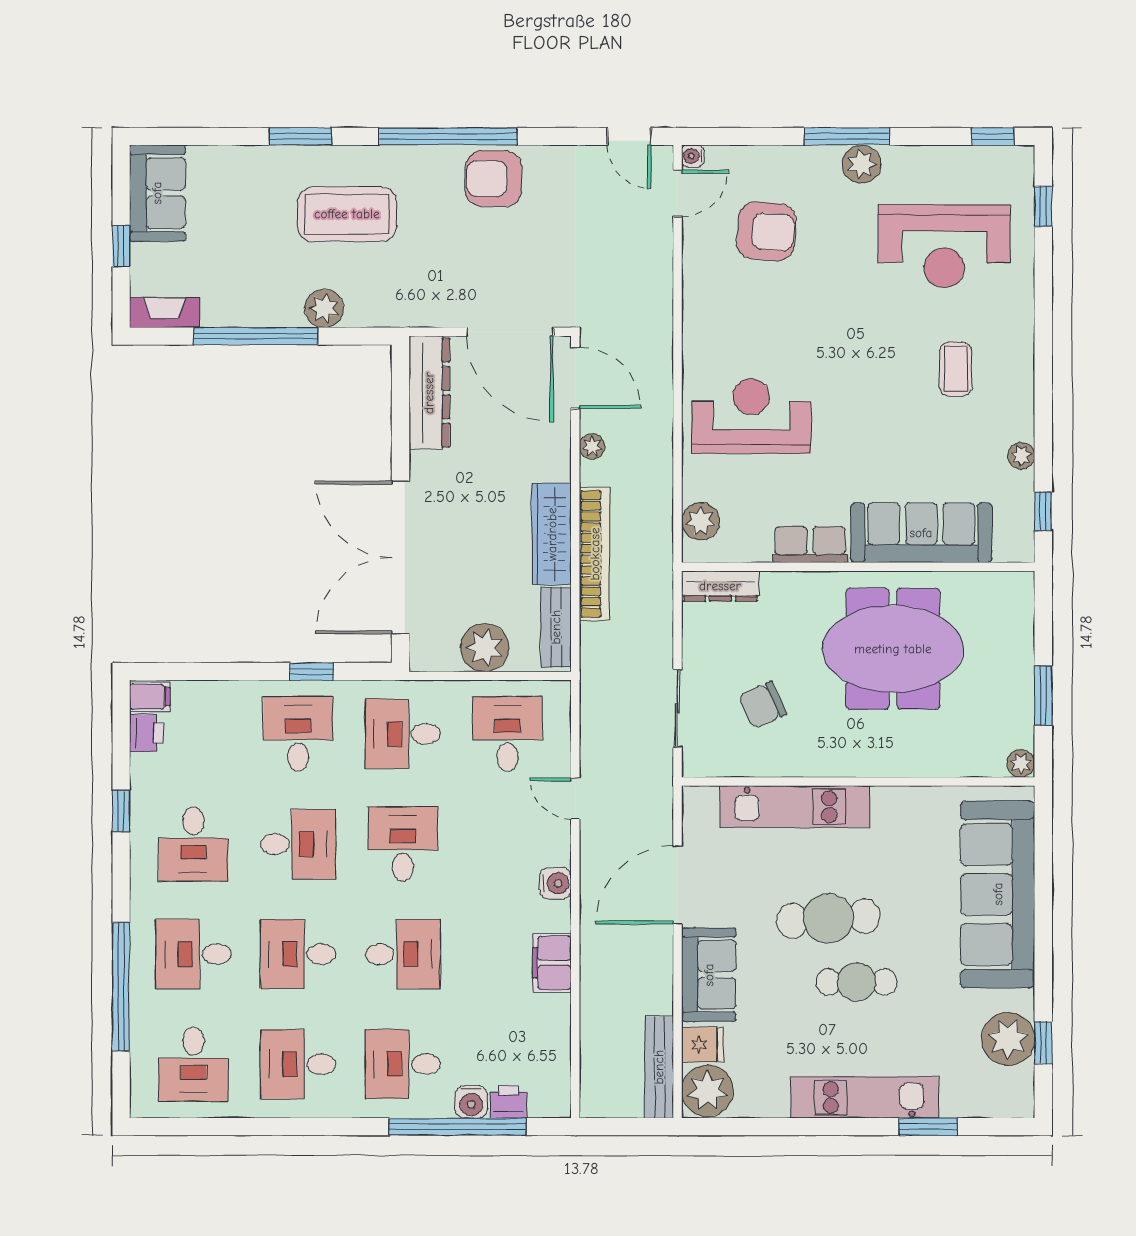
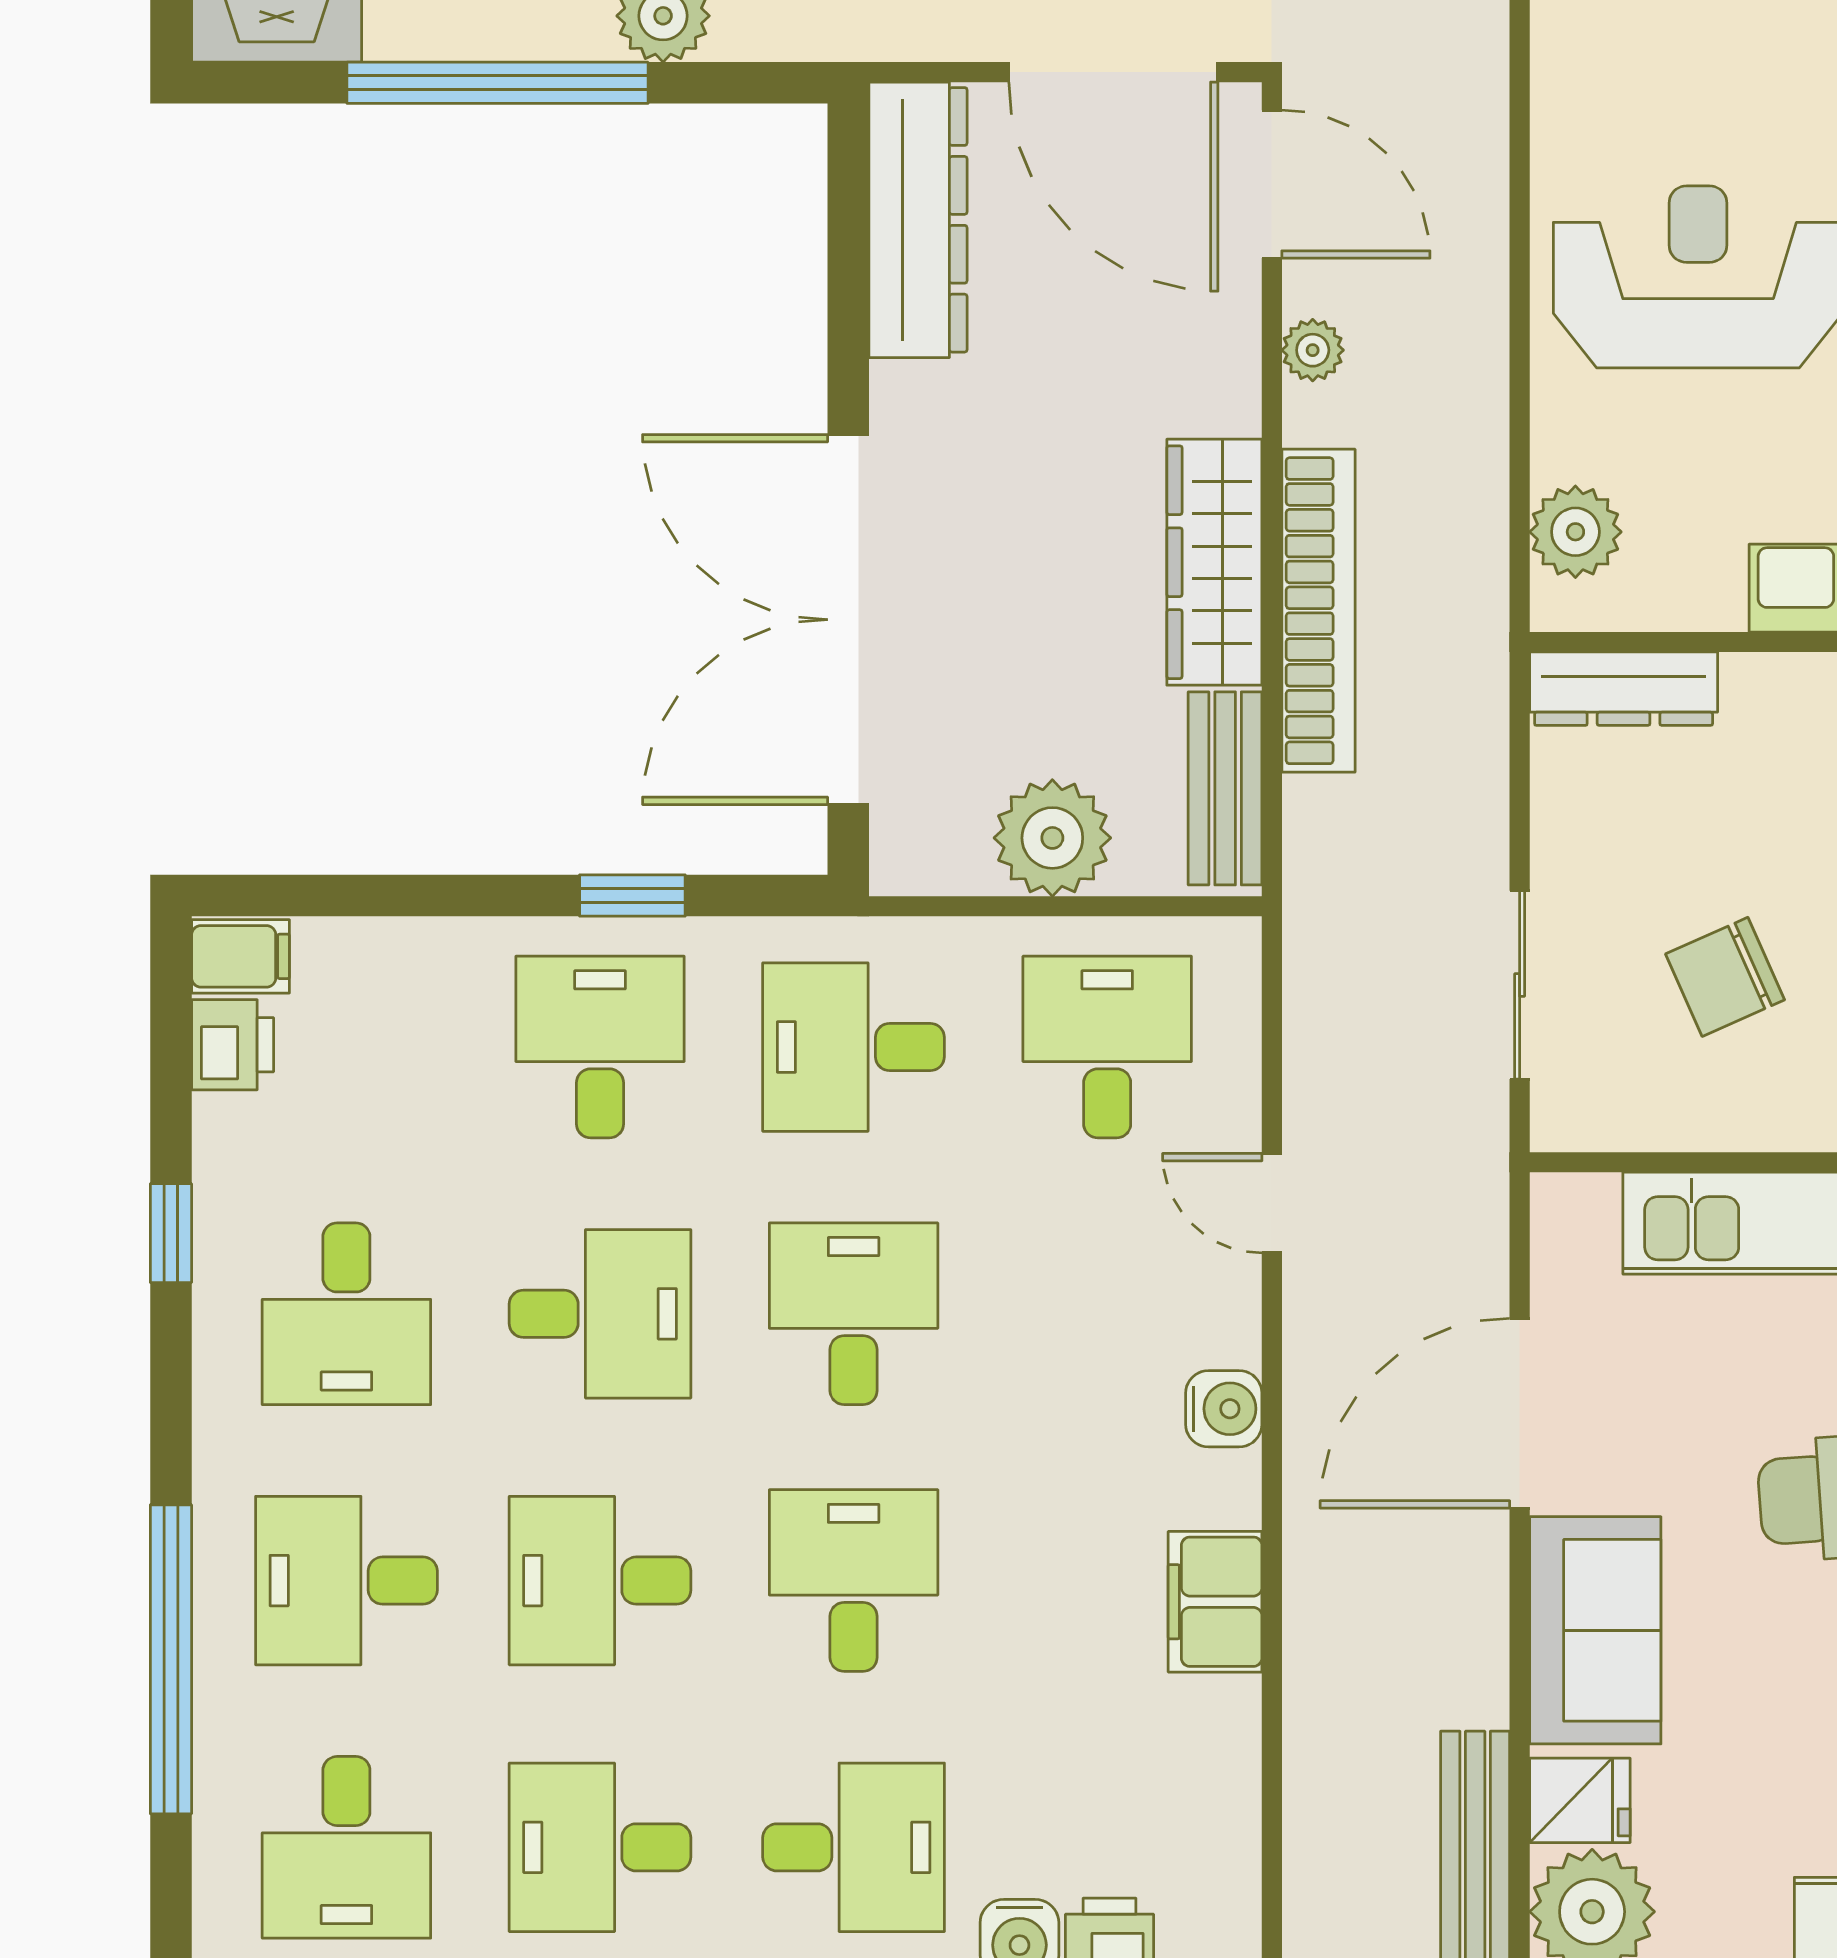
desk: (403, 954) -> (854, 1581), turned -90
desk: (403, 1064) -> (854, 1847), turned 180

